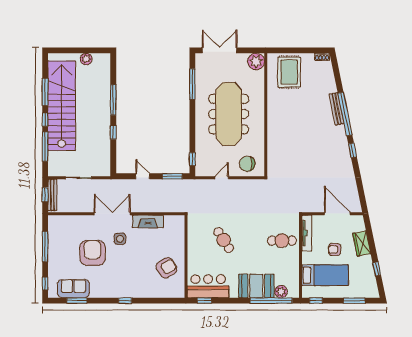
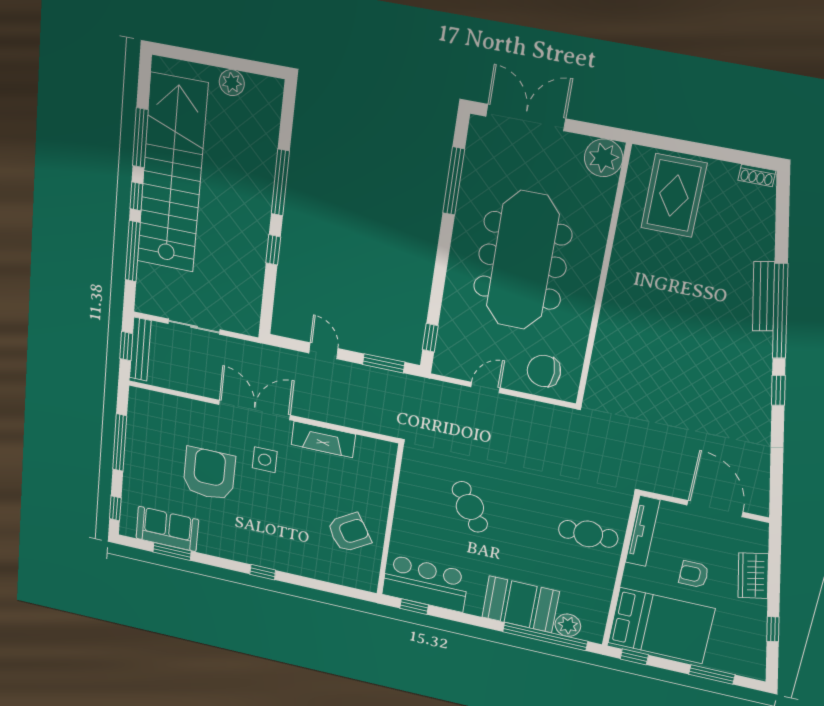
bed: (325, 275) -> (661, 626), width x1.50

